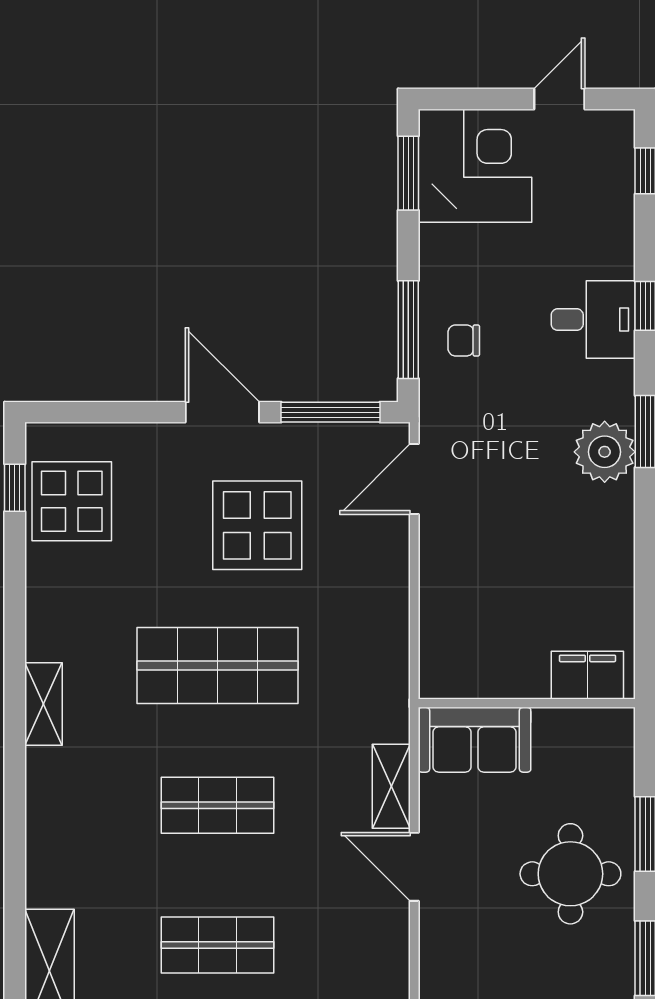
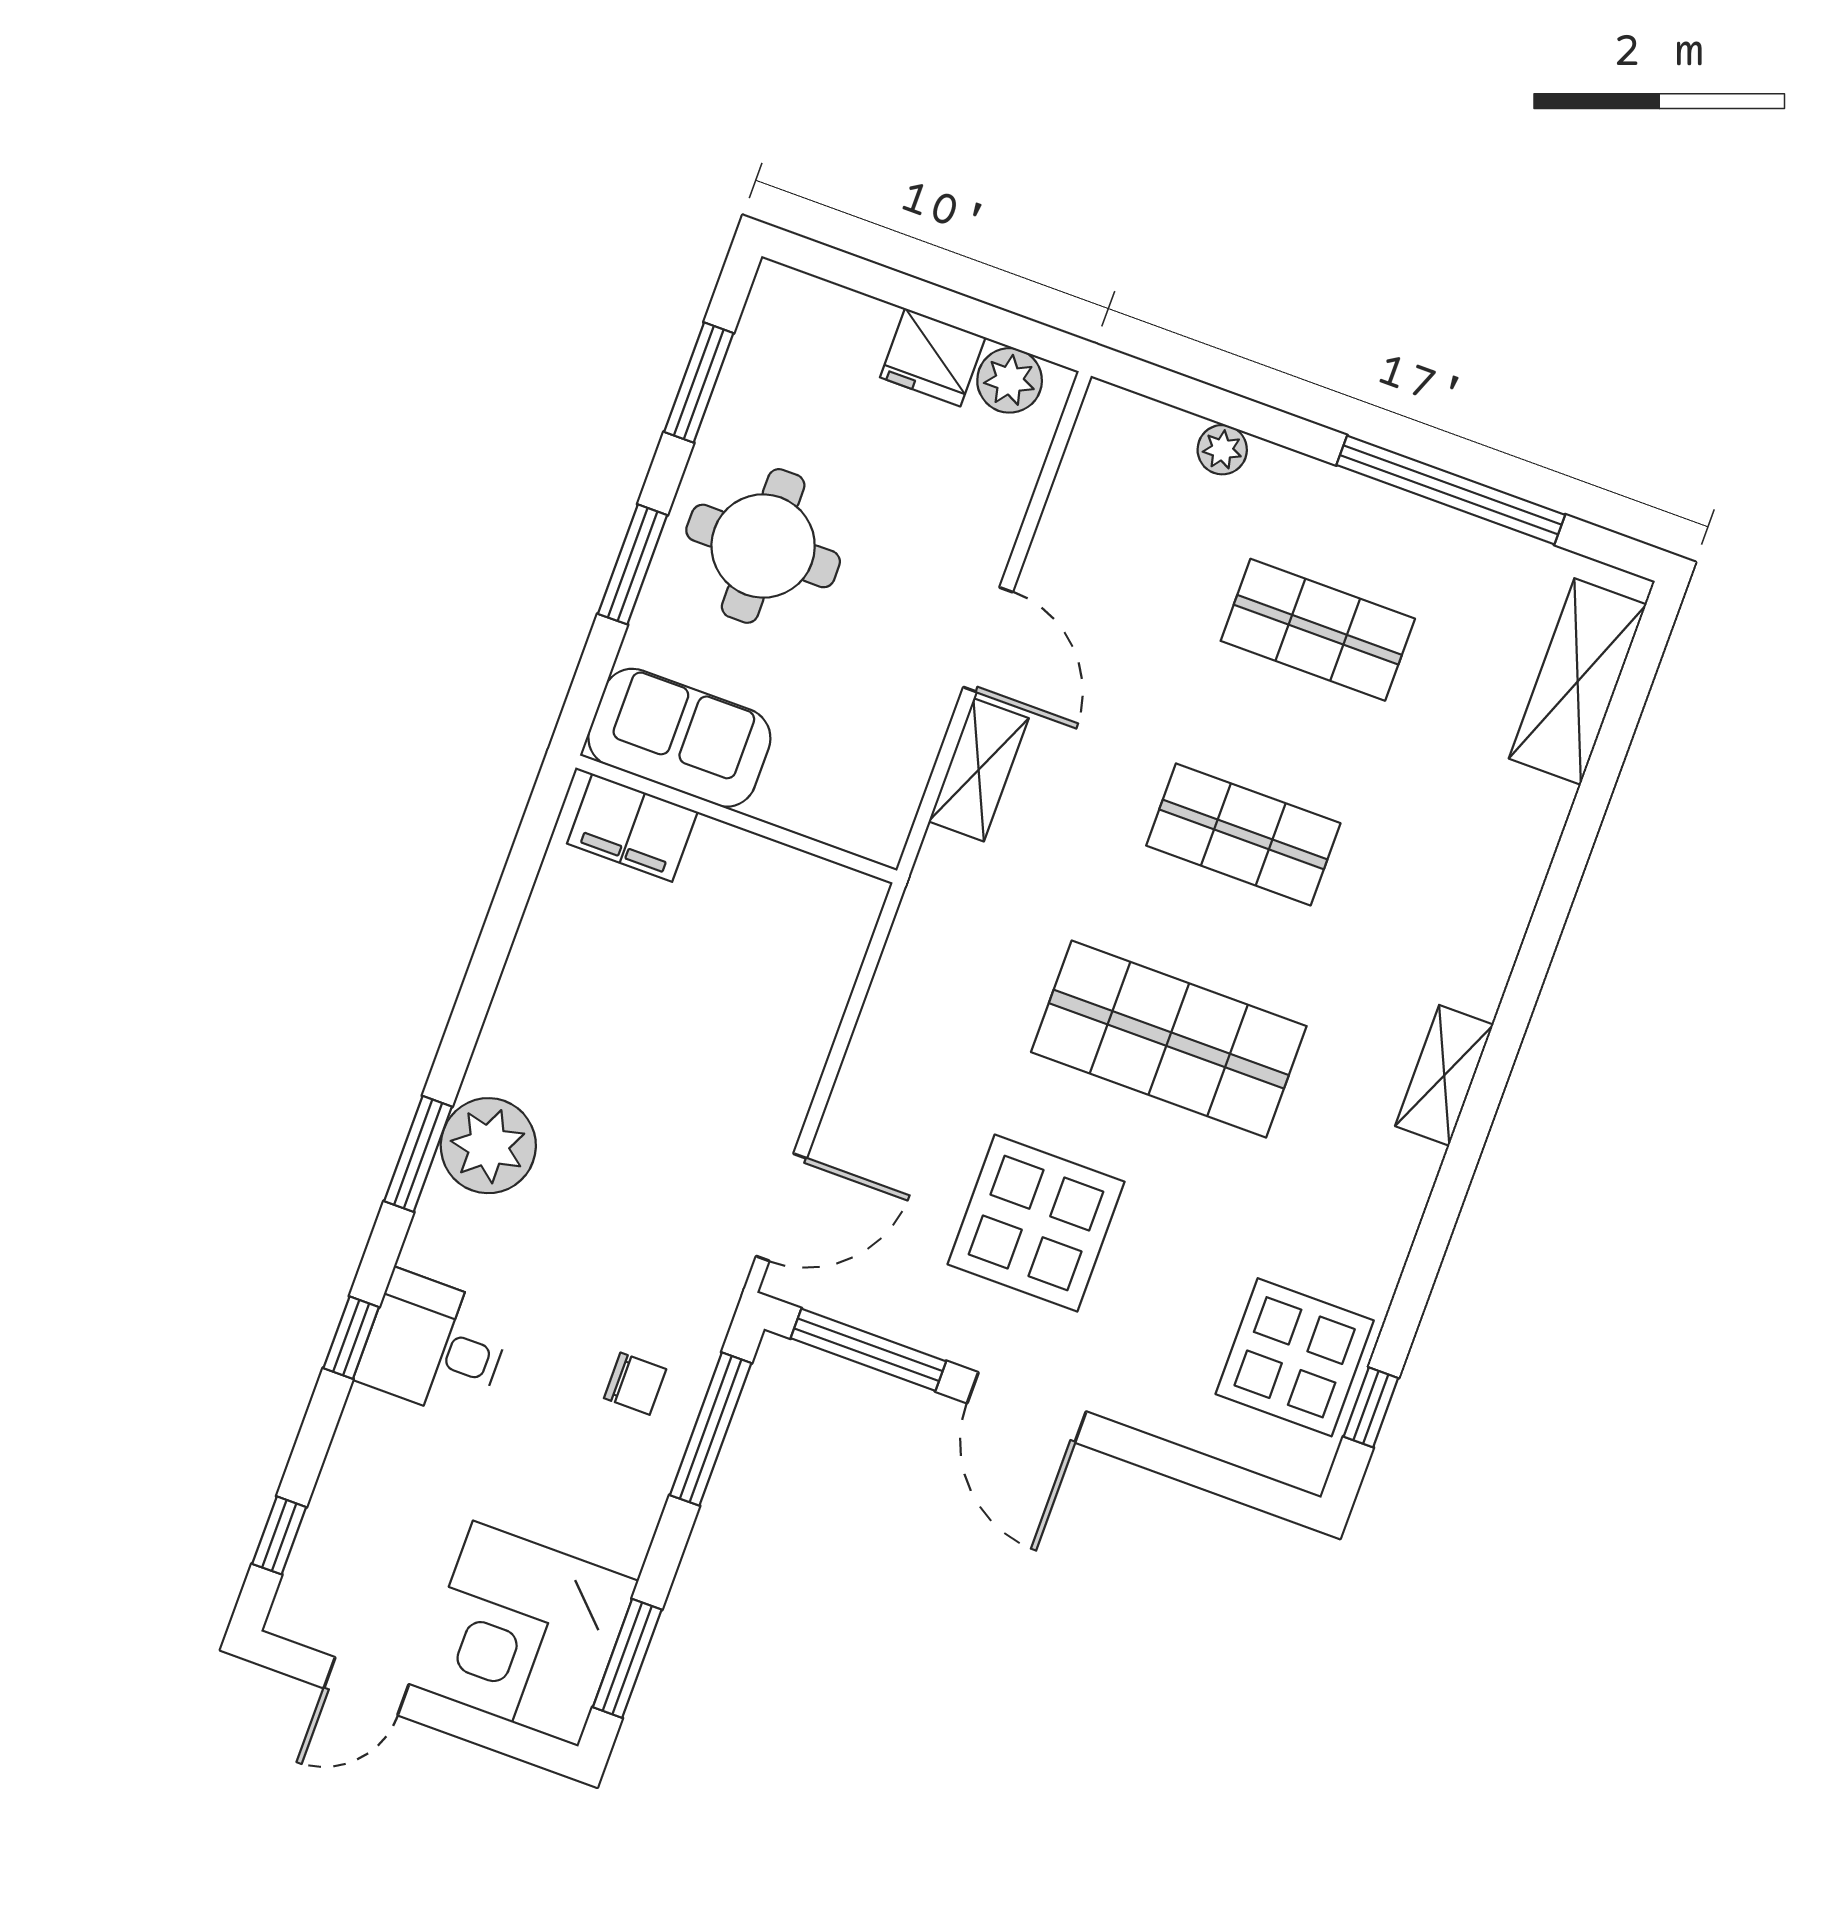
sofa: (474, 740) -> (679, 738), moved

